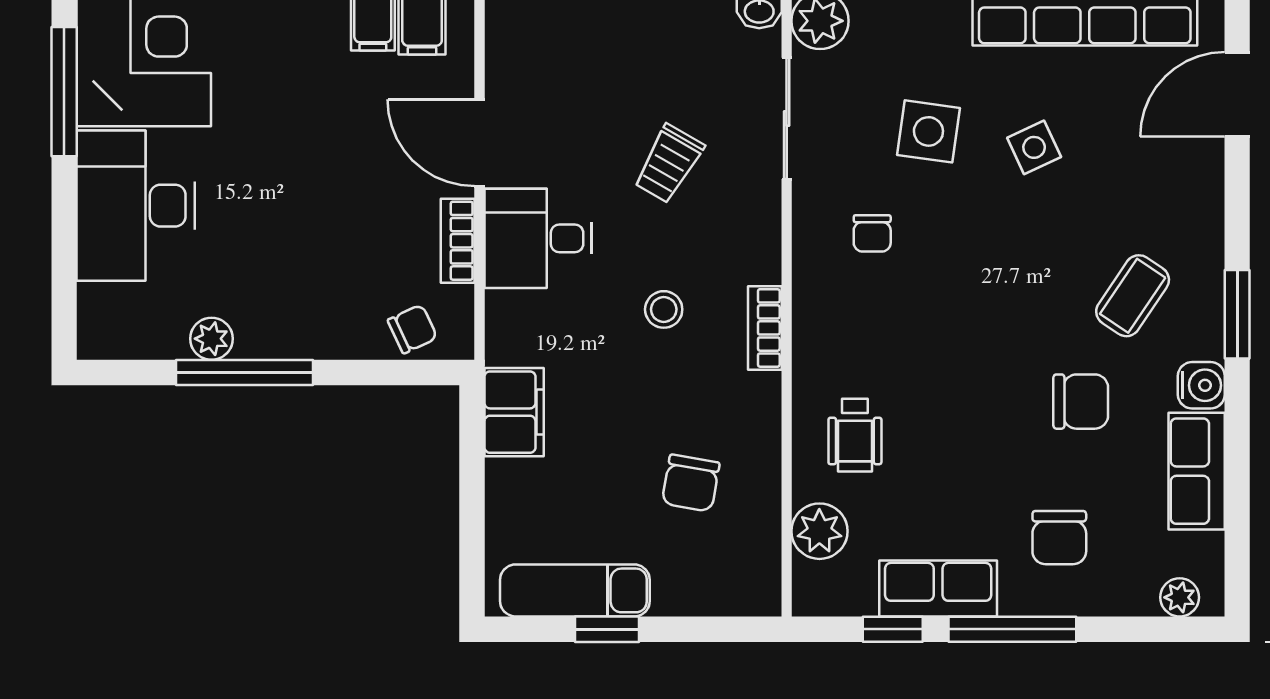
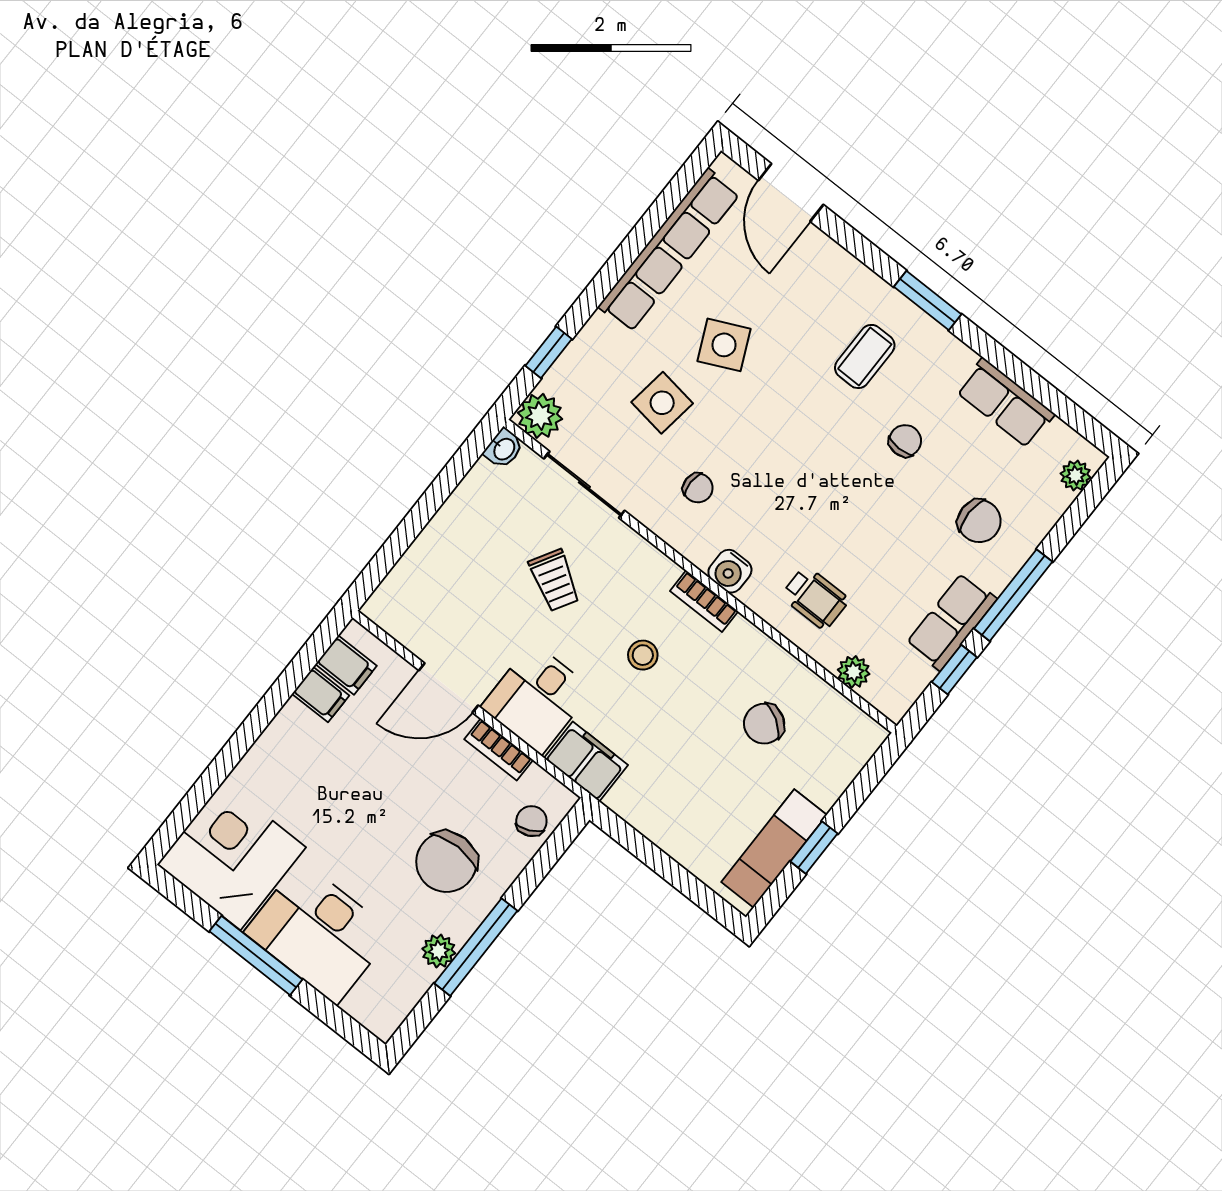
window: (64, 92) -> (256, 955), moved
side table: (1034, 147) -> (724, 345), width x1.37, depth x1.37
chair: (306, 277) -> (446, 862), added
coffee table: (1133, 296) -> (865, 356), turned 56
water cooler: (1201, 385) -> (730, 571), moved, turned 180
chair: (1081, 402) -> (905, 441), width x0.73, depth x0.73
filing cabinet: (514, 412) -> (586, 761), moved
chair: (691, 483) -> (764, 724), turned 112
plant: (819, 531) -> (854, 672), width x0.73, depth x0.73

